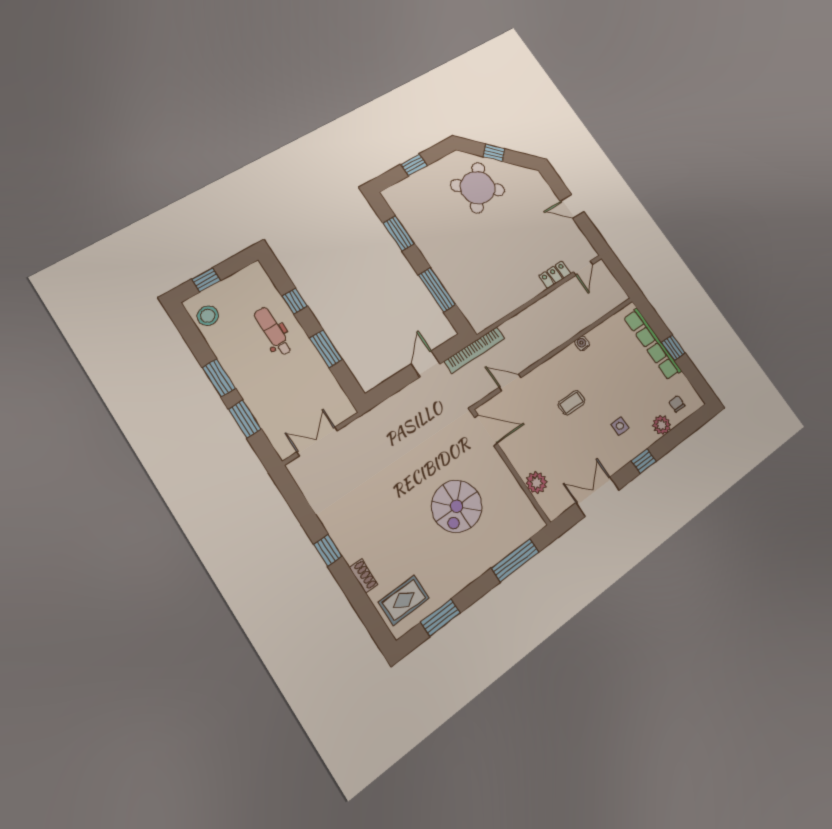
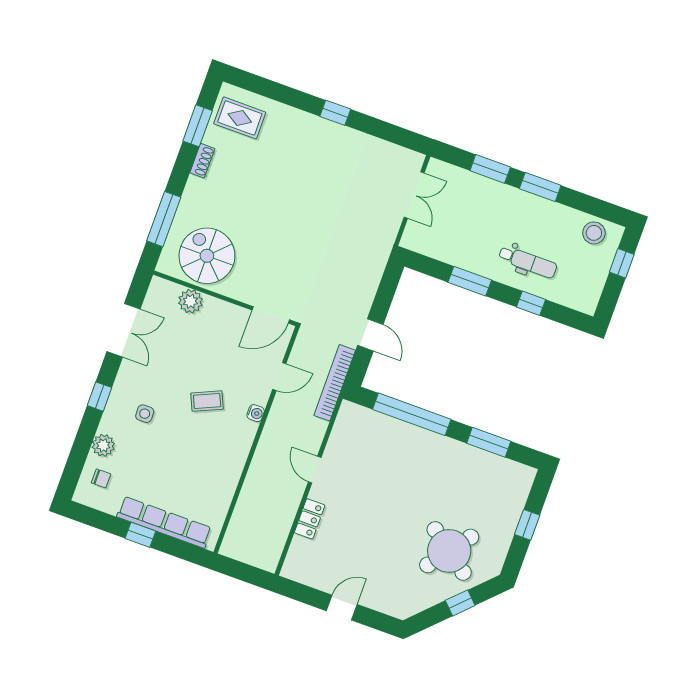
door: (583, 268) -> (315, 470), moved
window: (437, 290) -> (412, 414), width x1.46
water cooler: (582, 343) -> (256, 413), moved
coffee table: (571, 403) -> (207, 401), turned 66
spiral stairs: (457, 506) -> (207, 256), moved
shoe rack: (364, 576) -> (202, 161), moved, turned -90
rug: (404, 600) -> (240, 118), turned 90

